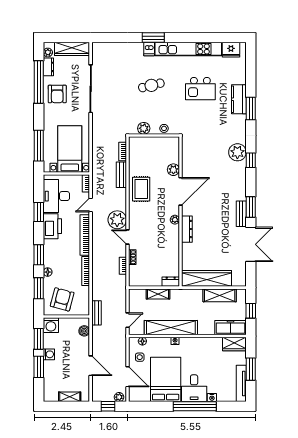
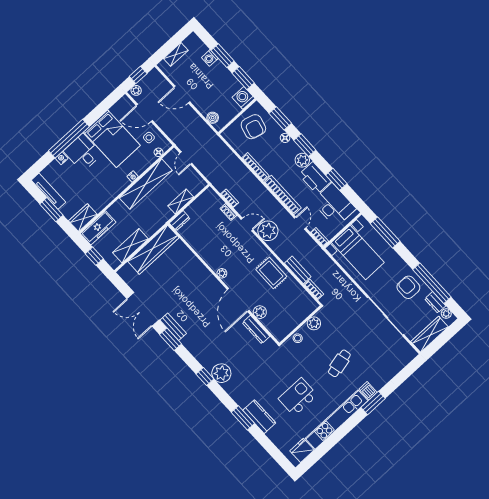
dresser: (187, 229) -> (256, 330), moved
plant: (50, 246) -> (302, 160), added
bench: (96, 313) -> (216, 141), removed
washing machine: (49, 354) -> (210, 58), moved

